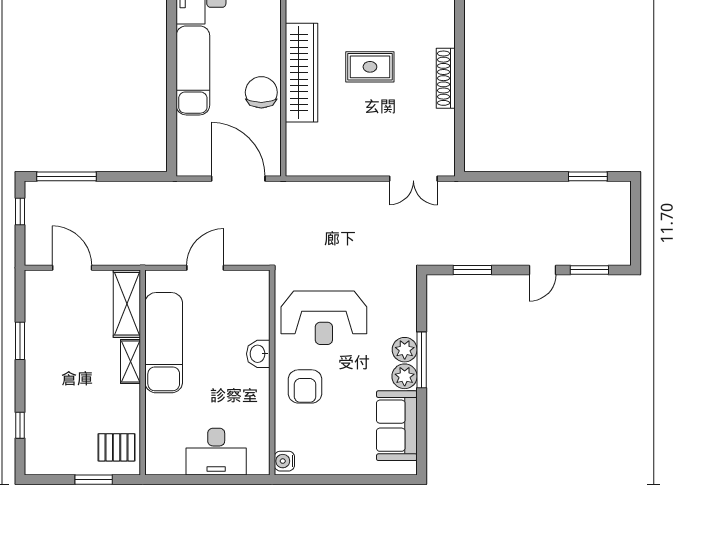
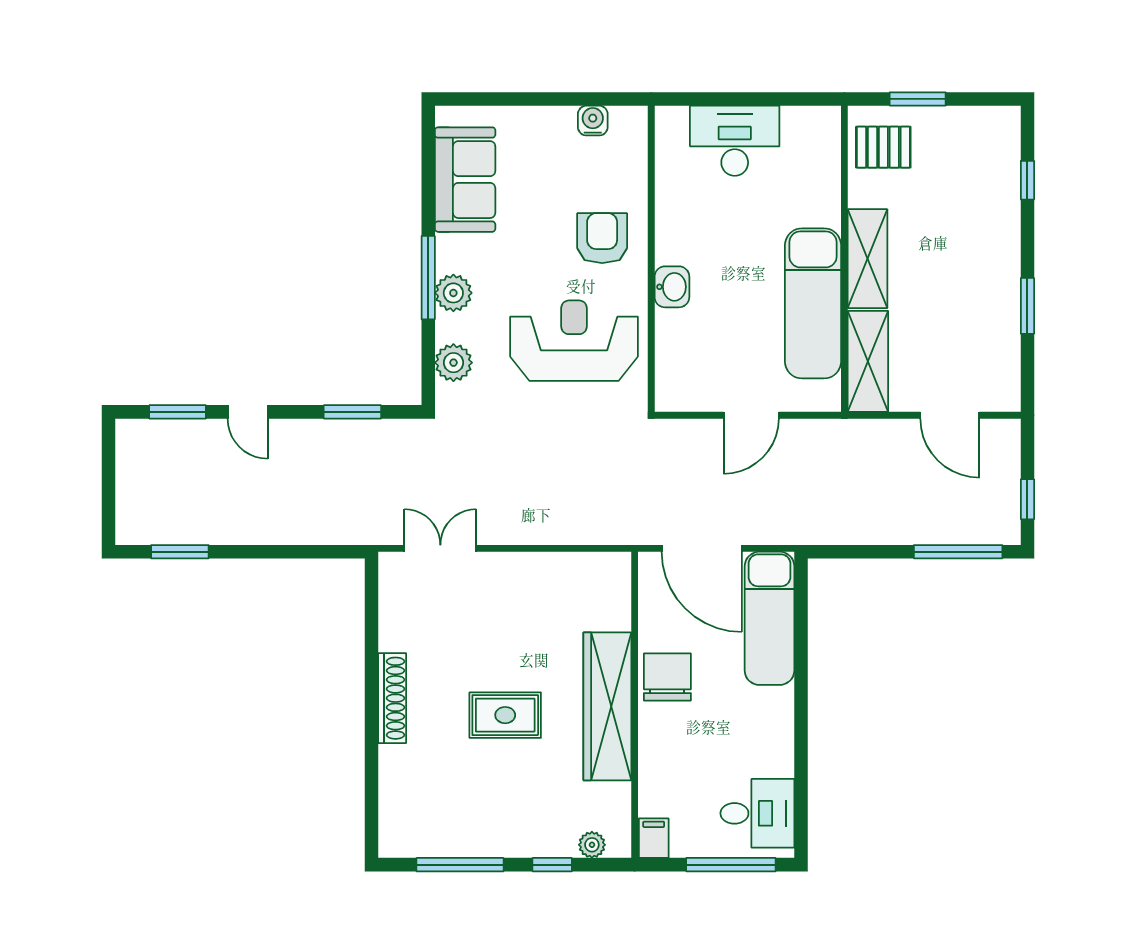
exam couch: (193, 70) -> (770, 618), moved
chair: (261, 92) -> (667, 677), turned 180
door: (542, 270) -> (248, 412), swing flipped
shelving: (131, 362) -> (867, 259), width x1.50, depth x1.33
plant: (405, 376) -> (453, 363), moved
water cooler: (284, 461) -> (593, 121), moved, turned -90

